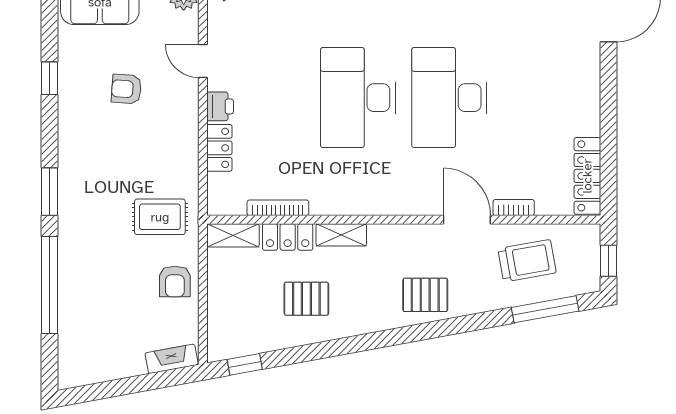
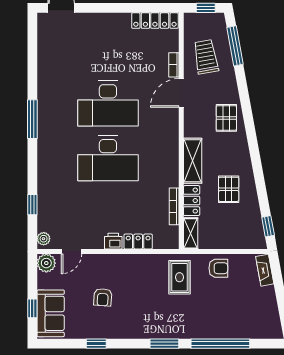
door: (203, 61) -> (71, 251), moved
shelving: (341, 235) -> (193, 161), width x1.50, depth x1.33

